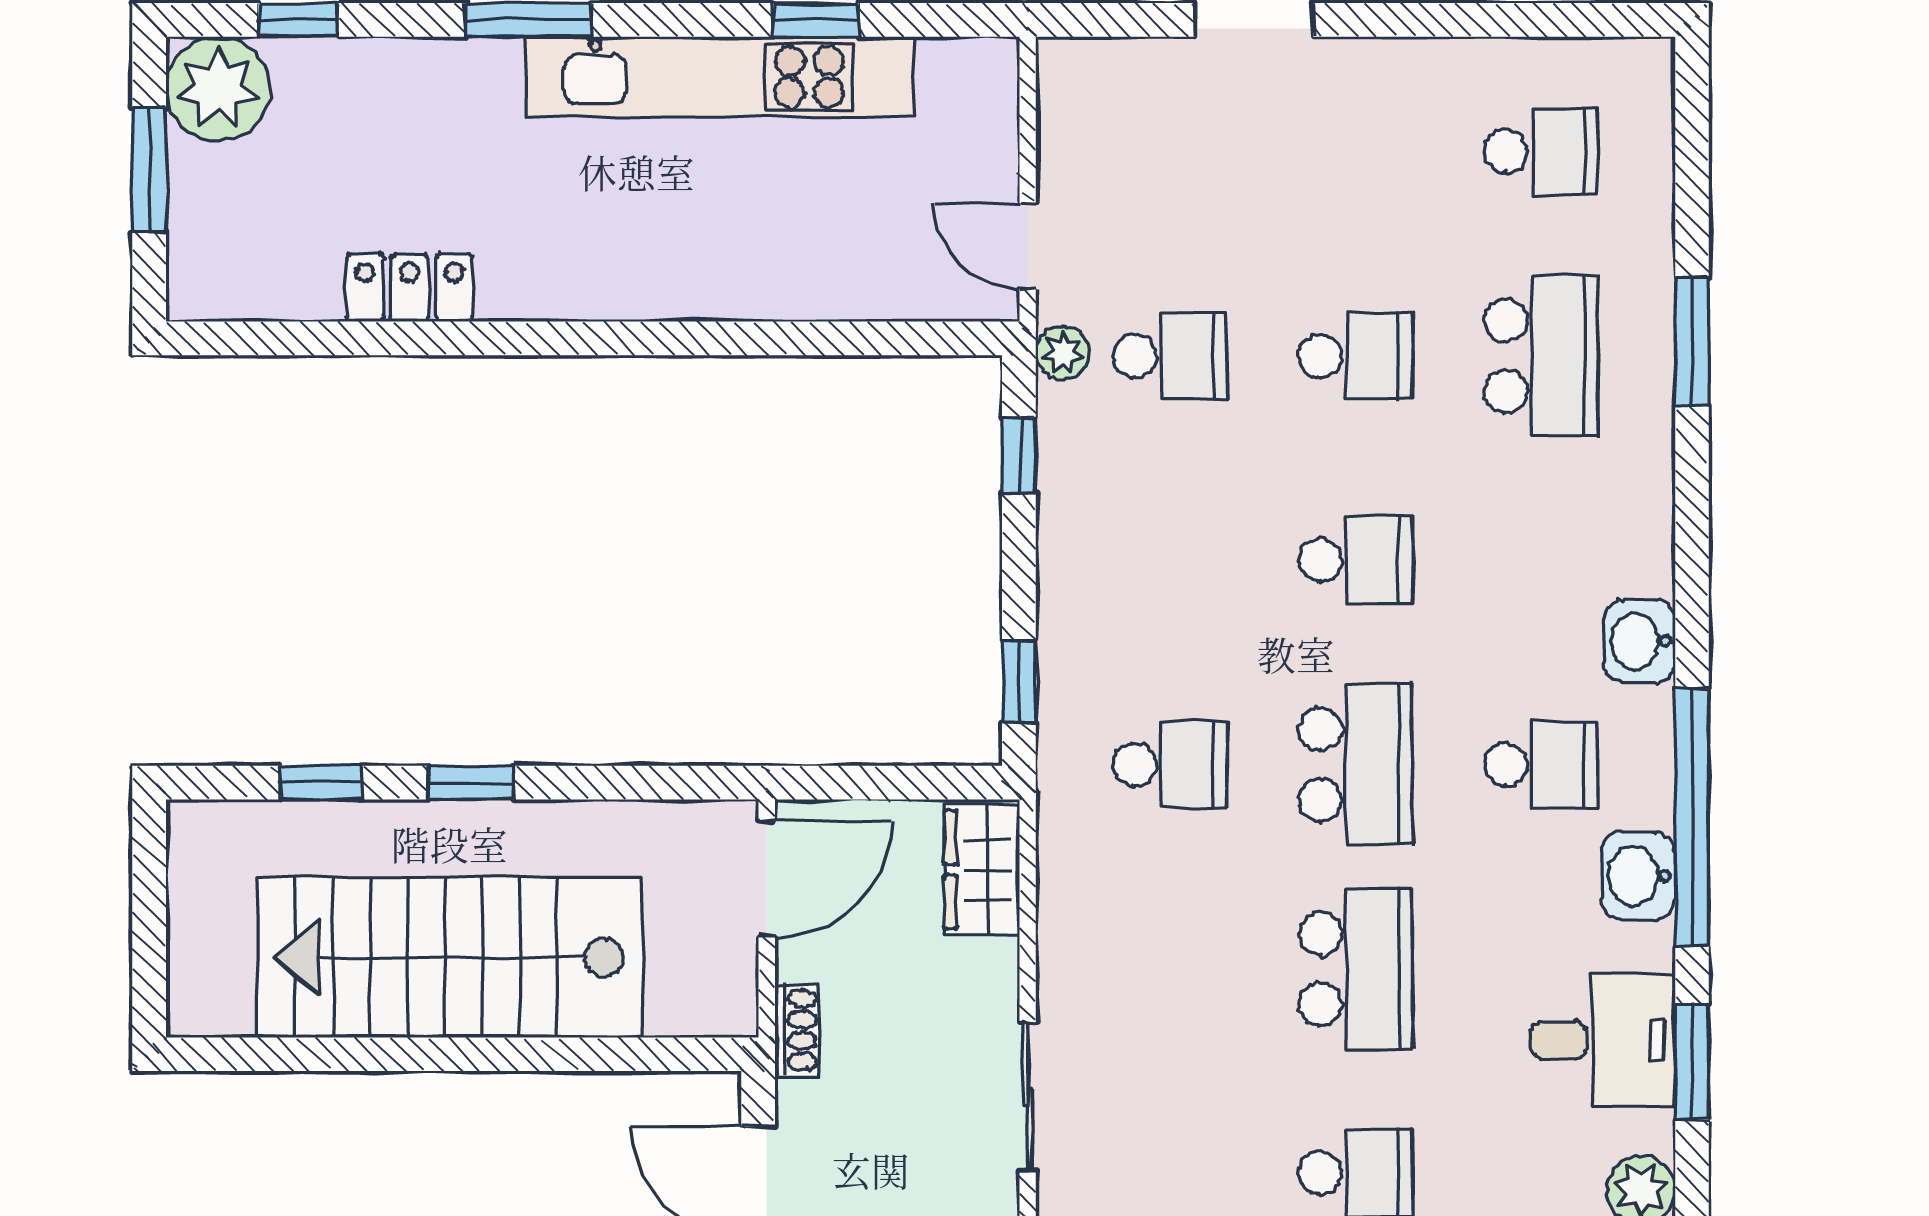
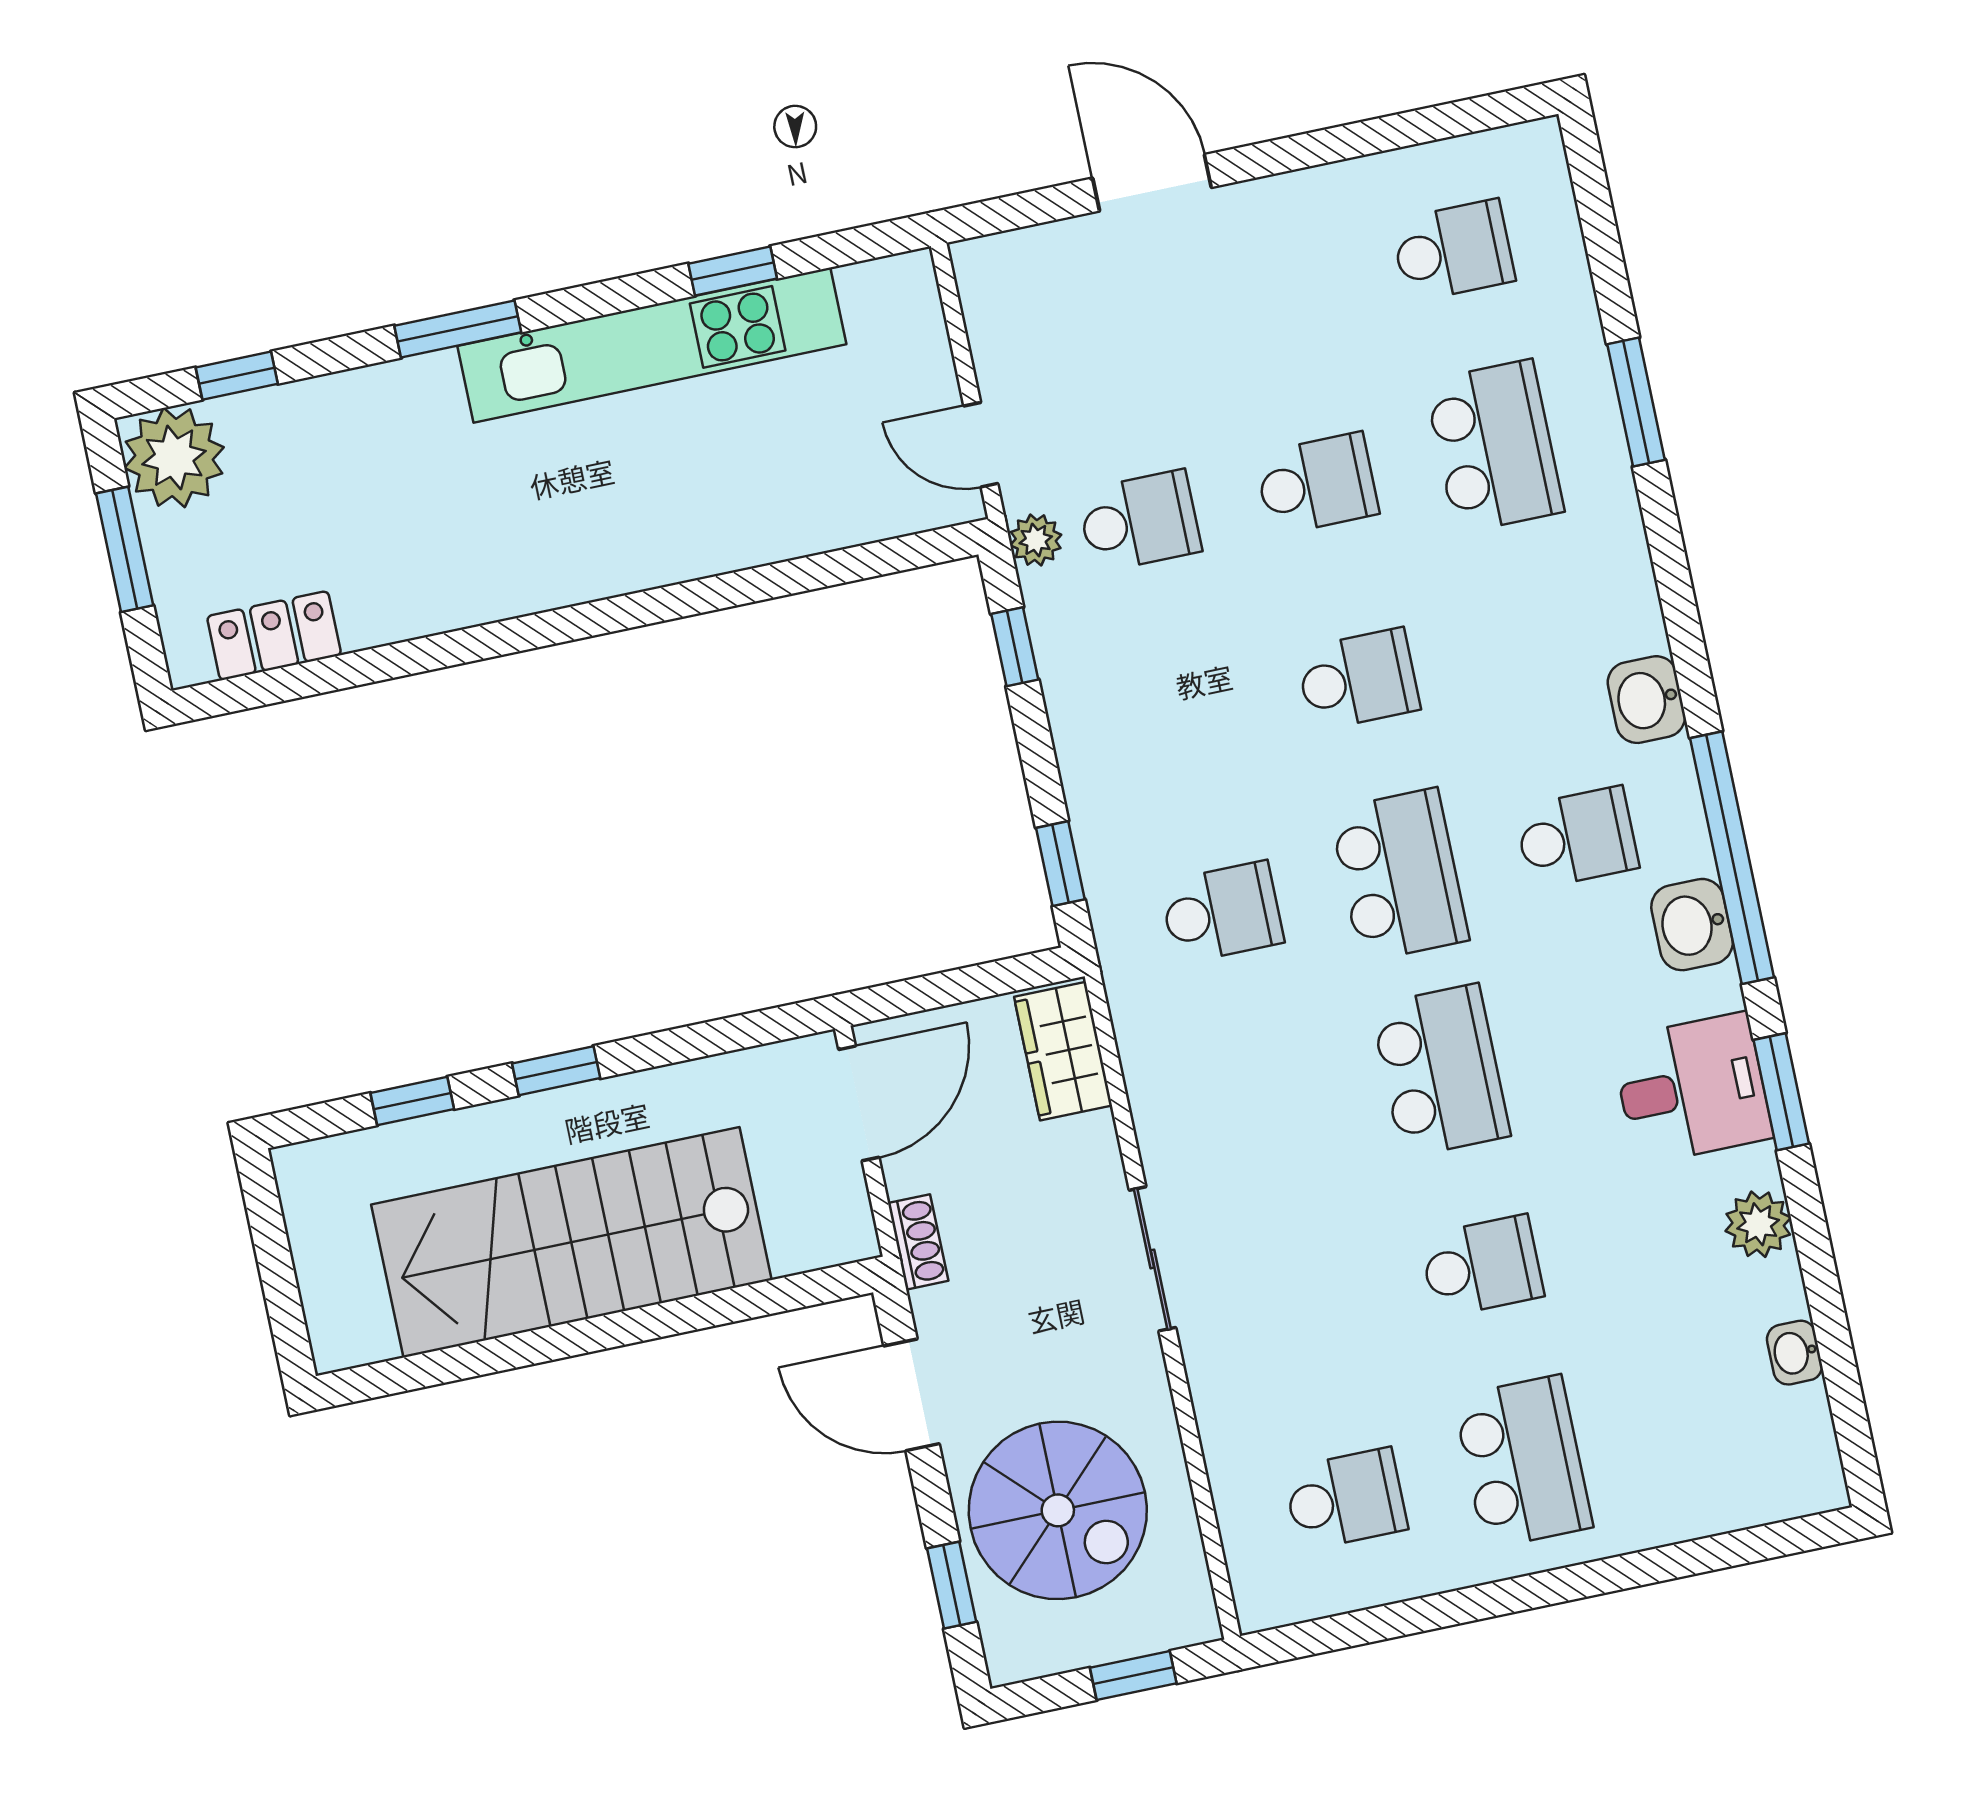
locker: (409, 288) -> (274, 636), moved

